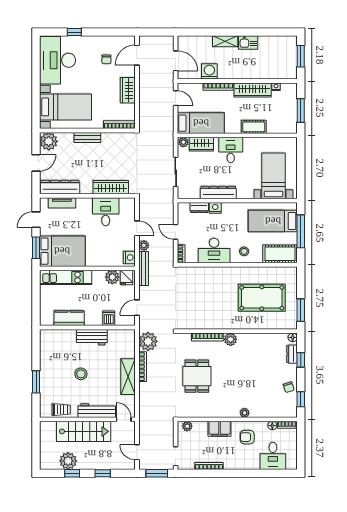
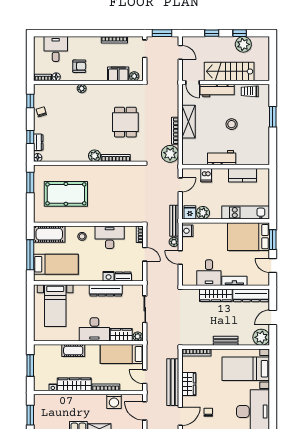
bench: (145, 92) -> (173, 382), added
desk: (231, 150) -> (94, 329), width x1.37
wardrobe: (111, 187) -> (216, 295), moved
tv unit: (62, 203) -> (234, 281), moved
door: (36, 220) -> (273, 265), swing flipped
filing cabinet: (220, 429) -> (118, 74), moved

